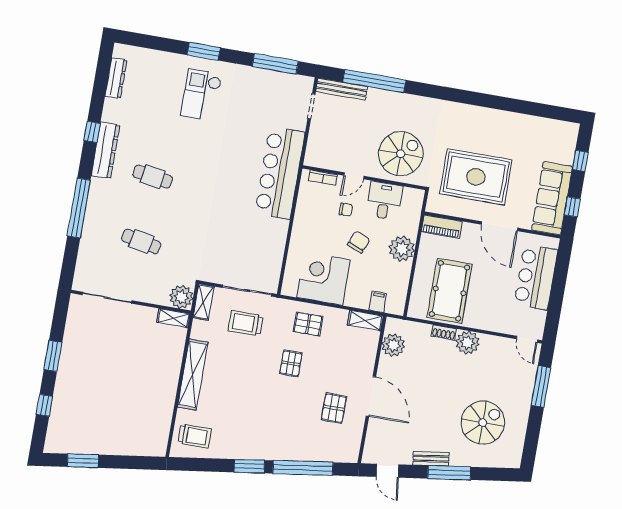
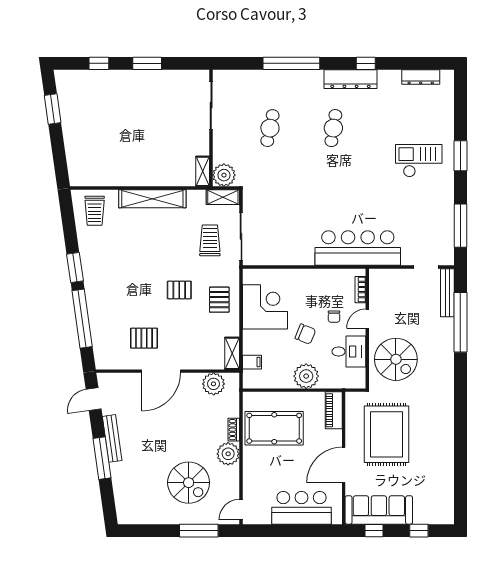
door: (354, 176) -> (367, 319), hinge flipped
spiral stairs: (483, 423) -> (189, 483), moved
bench: (431, 459) -> (112, 438), width x1.36

